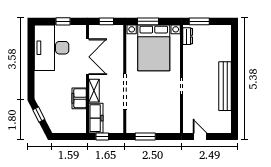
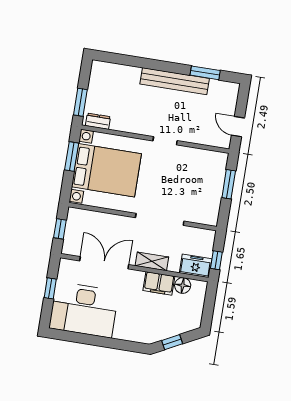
window: (148, 21) -> (72, 156), moved
window: (235, 107) -> (205, 73), added
floor lamp: (80, 115) -> (183, 285), added
freezer: (96, 118) -> (196, 266), width x0.71
window: (145, 137) -> (229, 184), moved
door: (200, 137) -> (238, 127), hinge flipped

